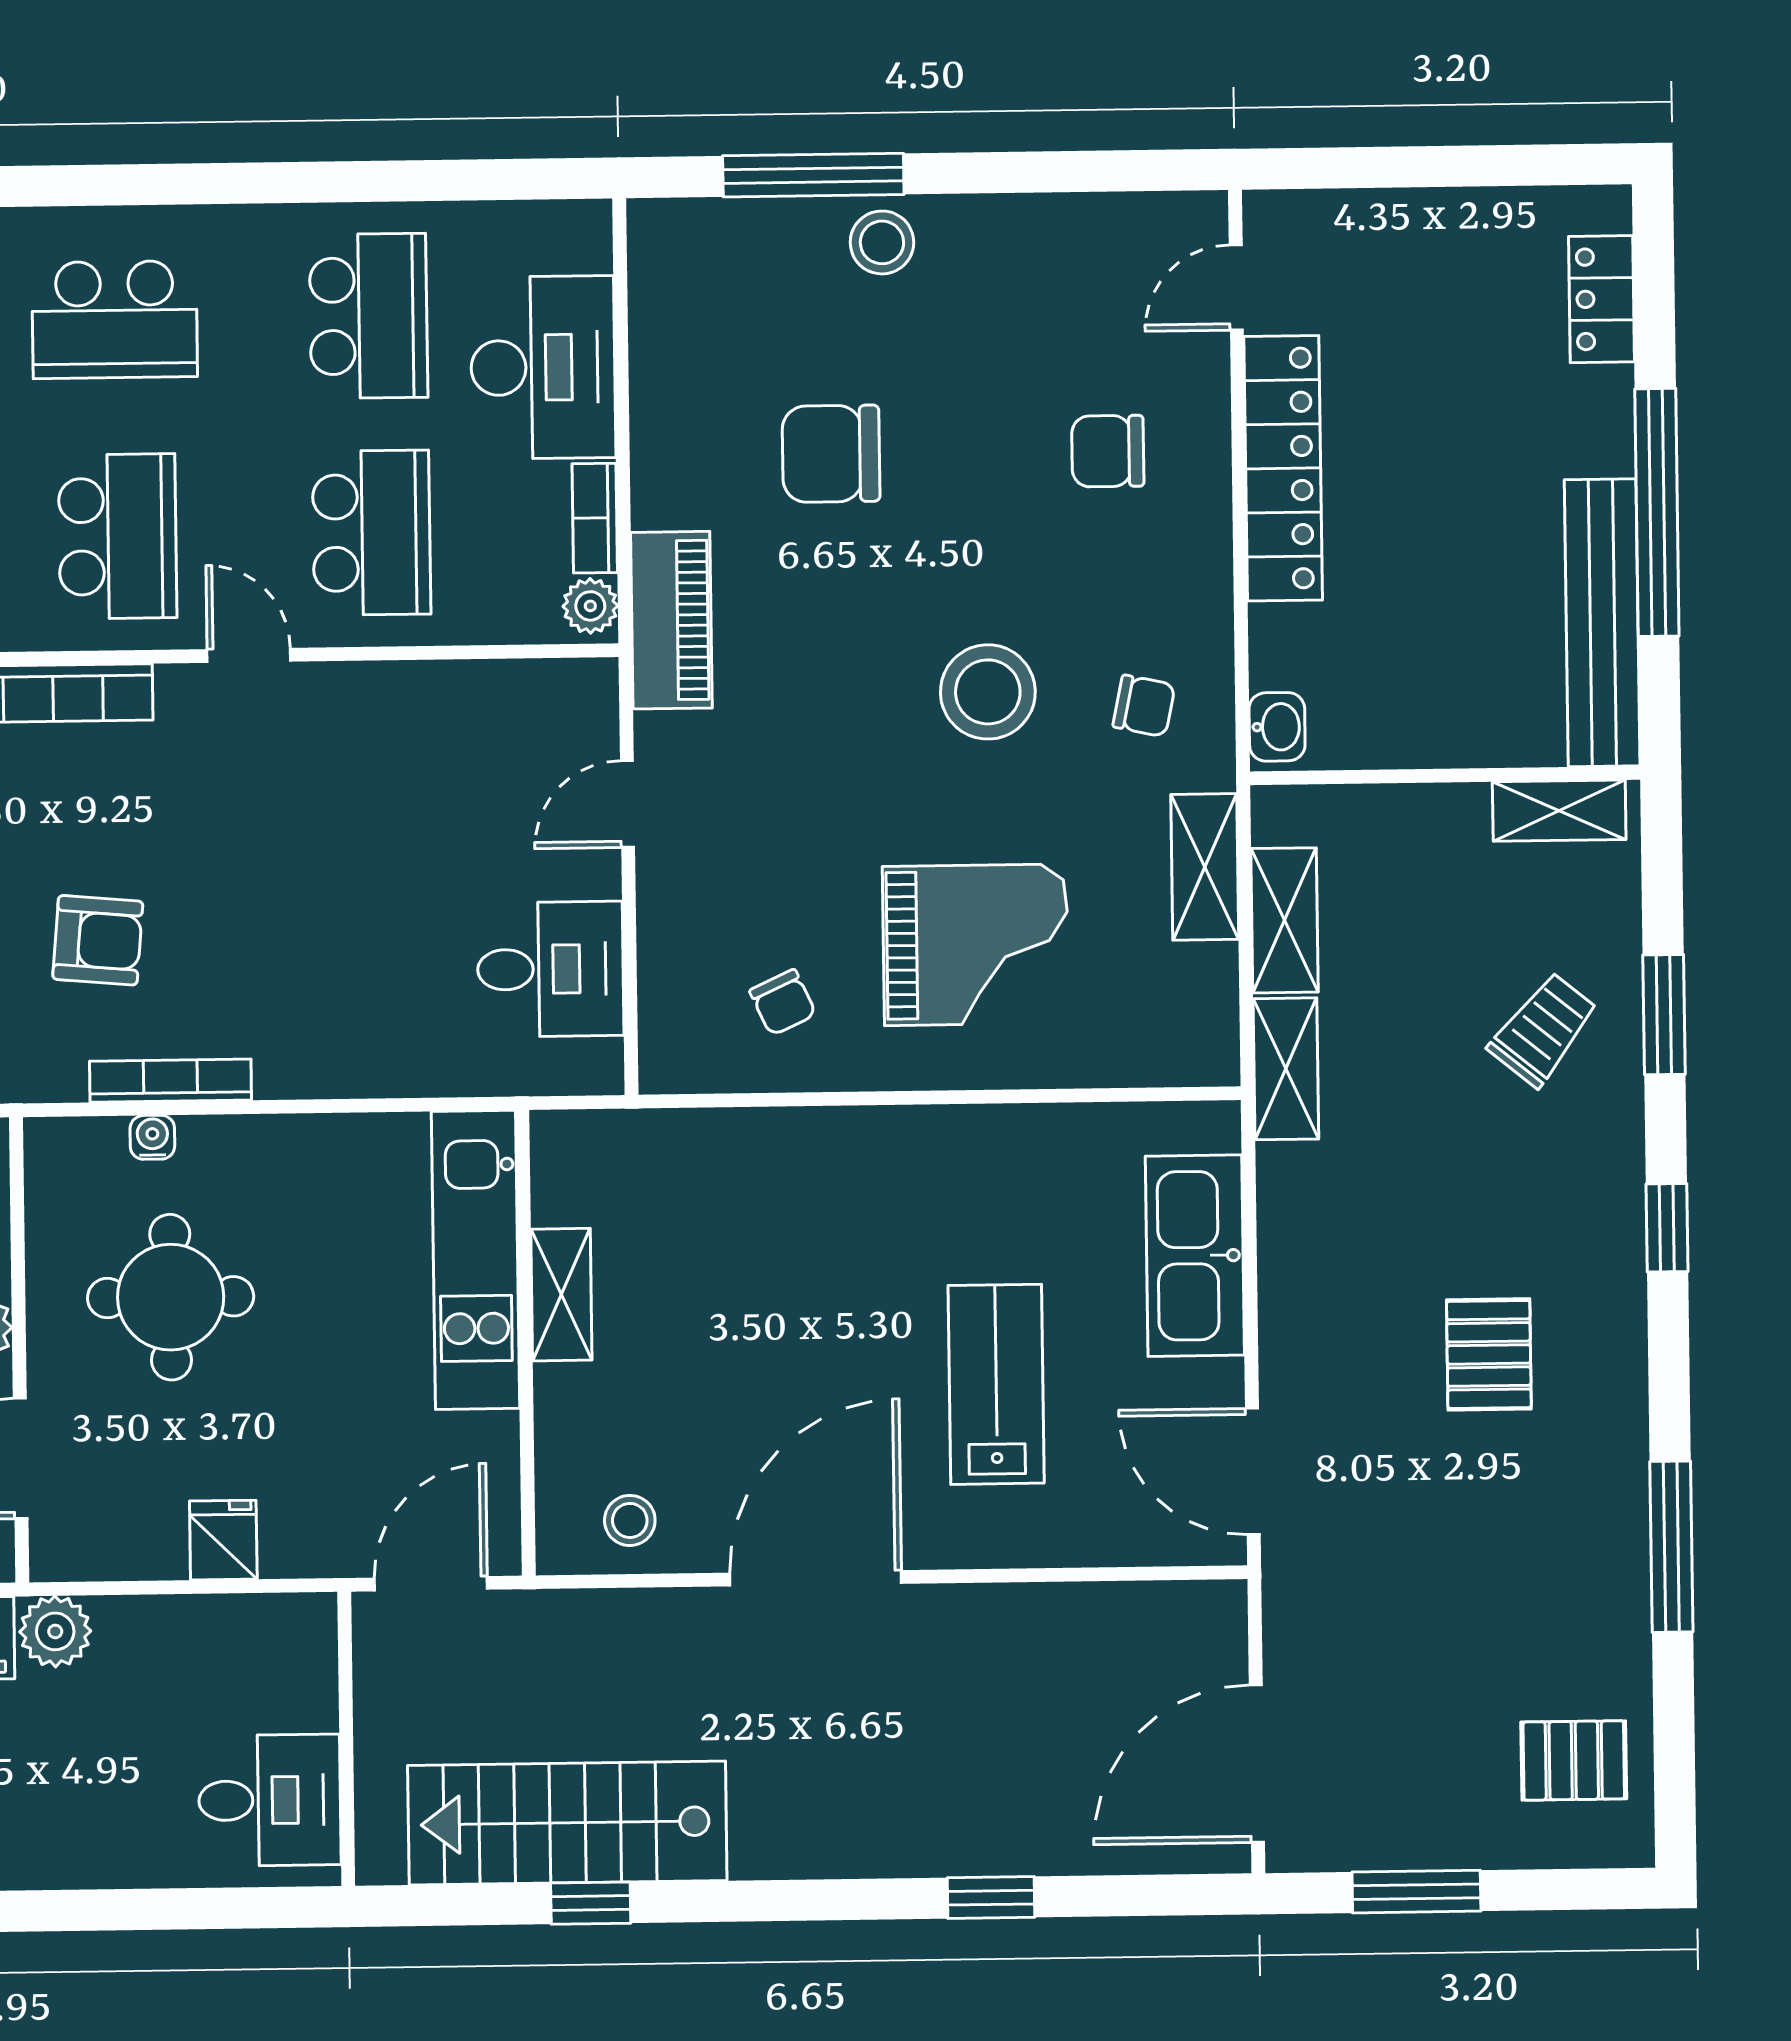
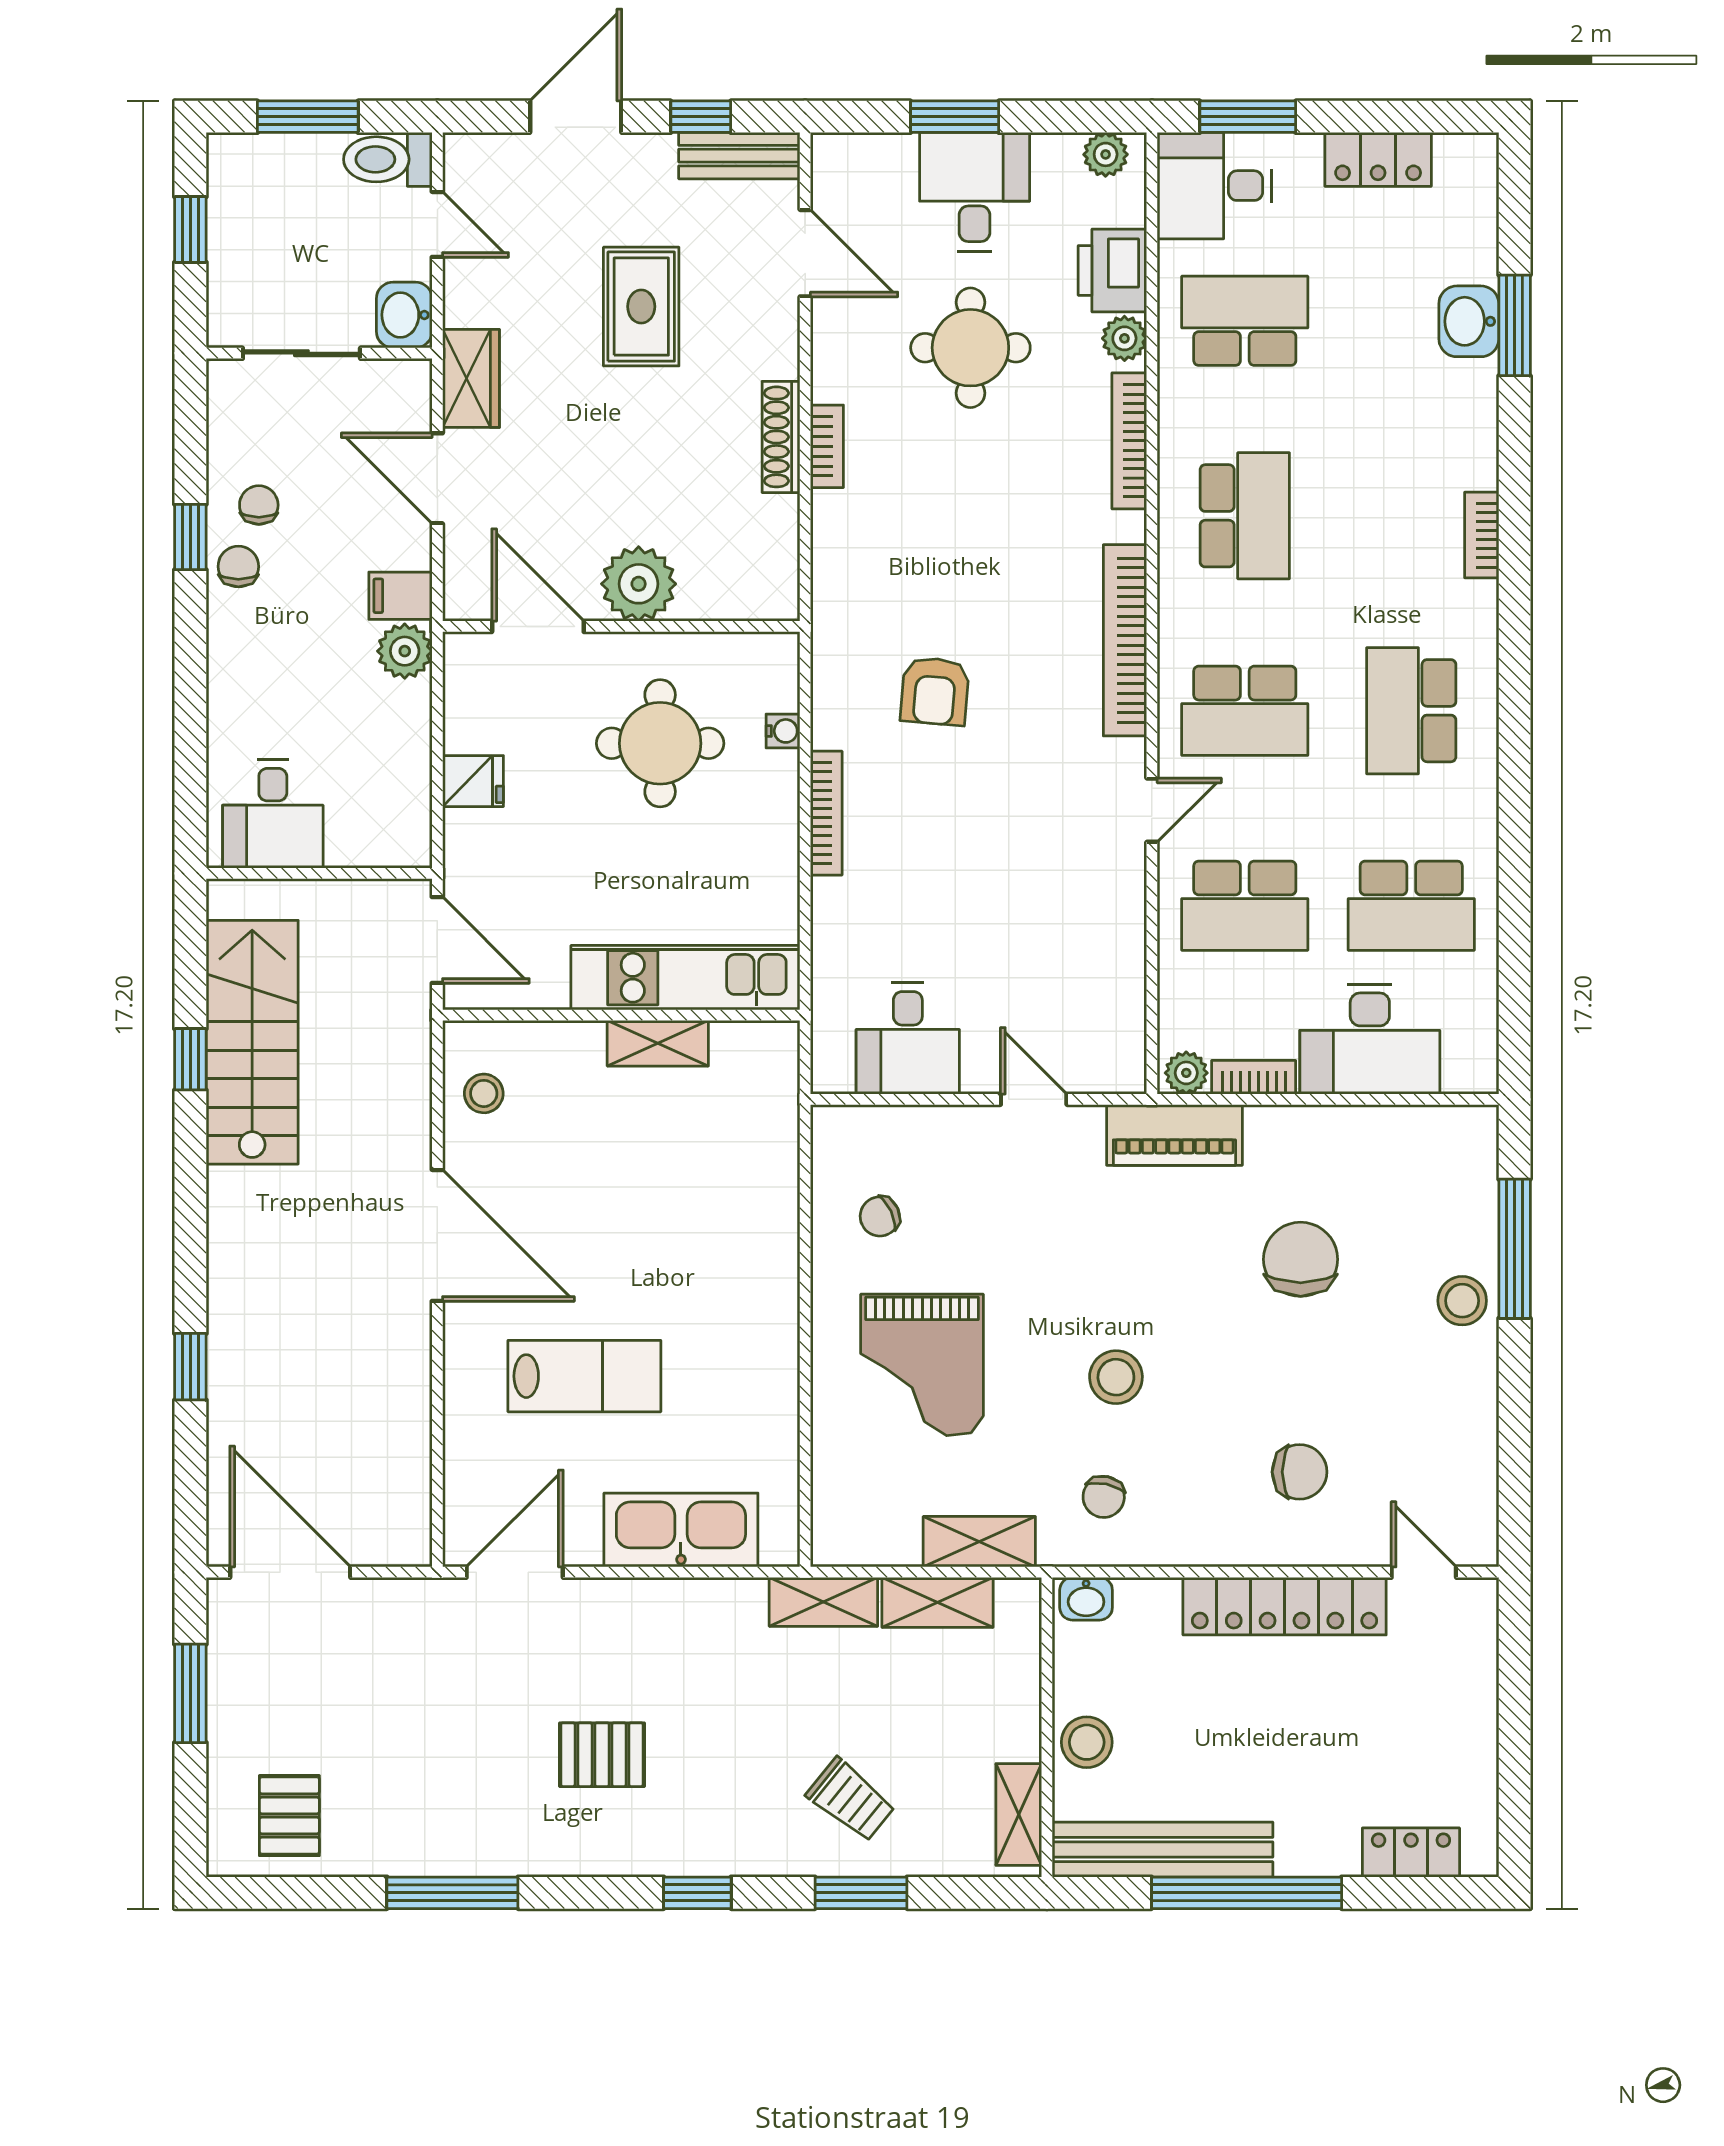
chair: (1108, 451) -> (1300, 1472), turned 90
stool: (988, 692) -> (1116, 1377), width x0.73, depth x0.73
stool: (1464, 723) -> (1087, 1742), added
bookcase: (171, 1081) -> (826, 813), moved

